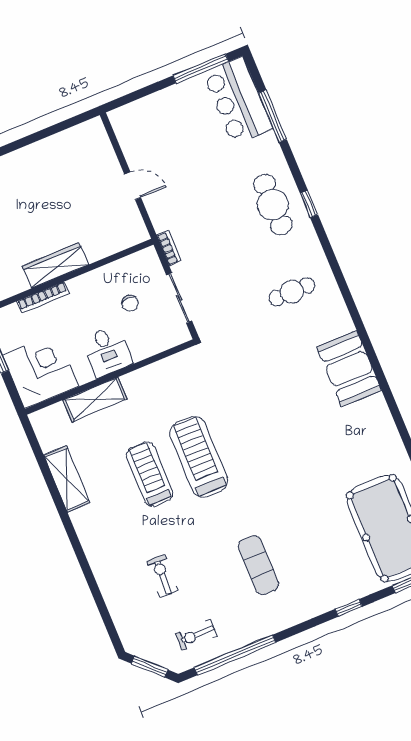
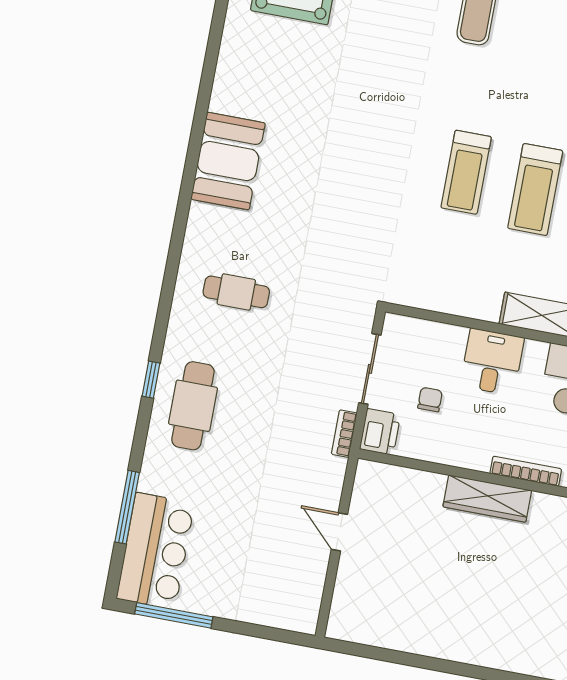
printer: (148, 263) -> (380, 432), added
treadmill: (199, 457) -> (466, 172), width x0.73, depth x0.73

